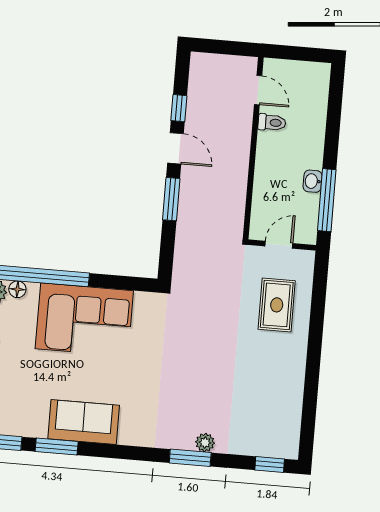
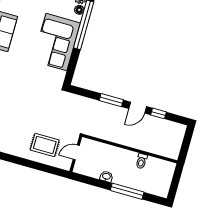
door: (258, 90) -> (160, 157), removed
window: (327, 200) -> (127, 191), moved
door: (279, 245) -> (76, 152), swing flipped

